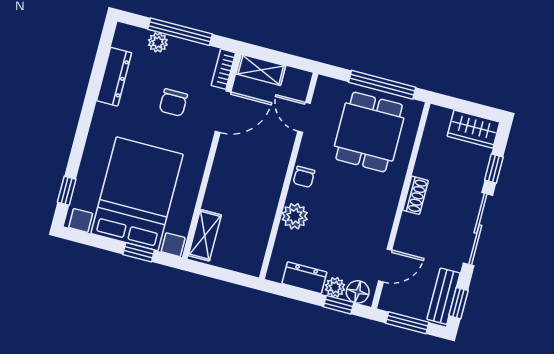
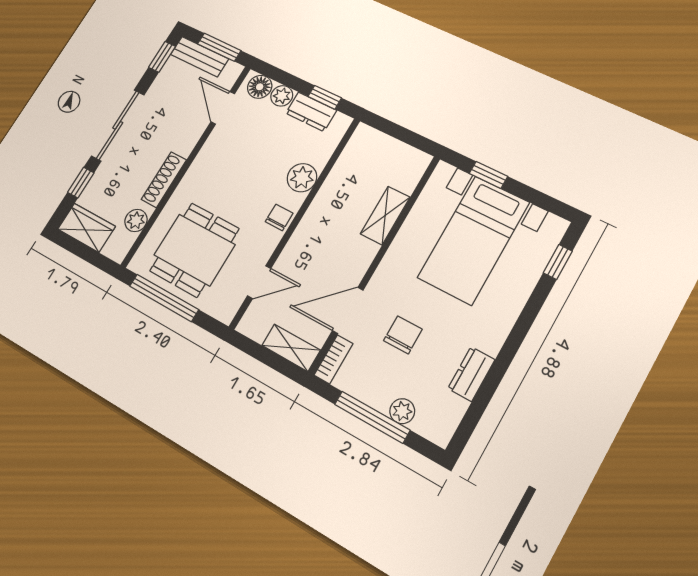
dresser: (114, 77) -> (471, 374), width x0.70
door: (304, 117) -> (259, 282), hinge flipped
plant: (430, 146) -> (136, 220), added
bed with nightstands: (137, 194) -> (474, 240), width x0.73
shoe rack: (415, 195) -> (164, 180), width x1.43
shelving: (205, 235) -> (385, 215), moved
door: (385, 265) -> (223, 108), hinge flipped
bench: (444, 296) -> (200, 57), moved, turned 90
window: (339, 305) -> (325, 97), moved

